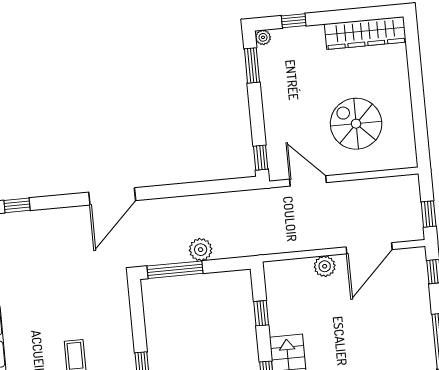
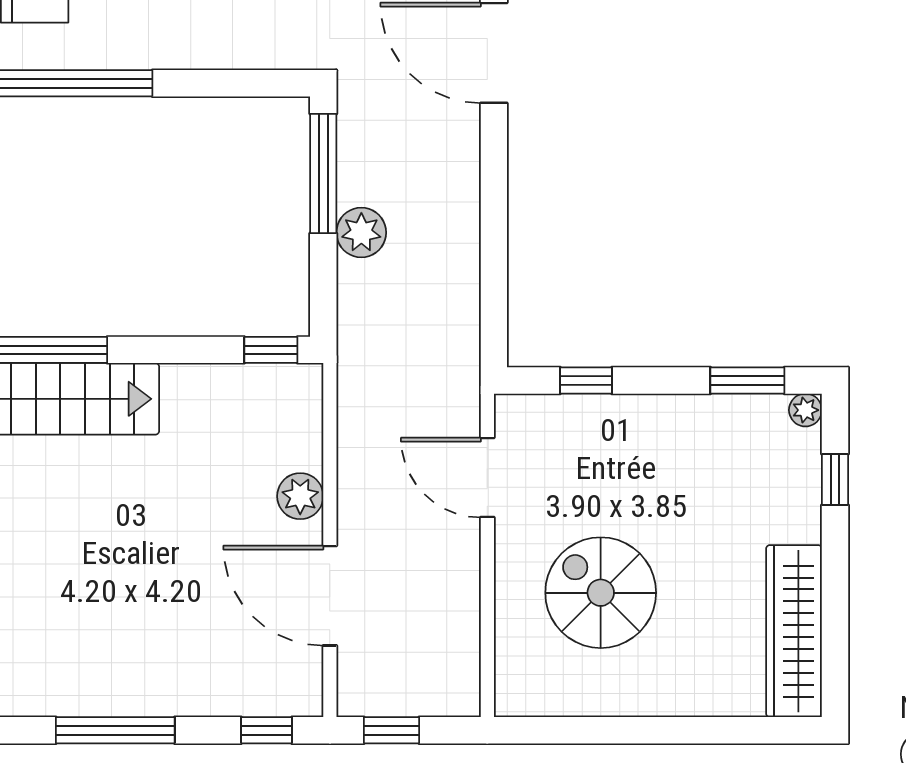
spiral stairs: (356, 124) -> (601, 593), turned -90
window: (261, 158) -> (586, 380), moved
door: (308, 181) -> (487, 478), swing flipped
window: (261, 313) -> (271, 350), moved

